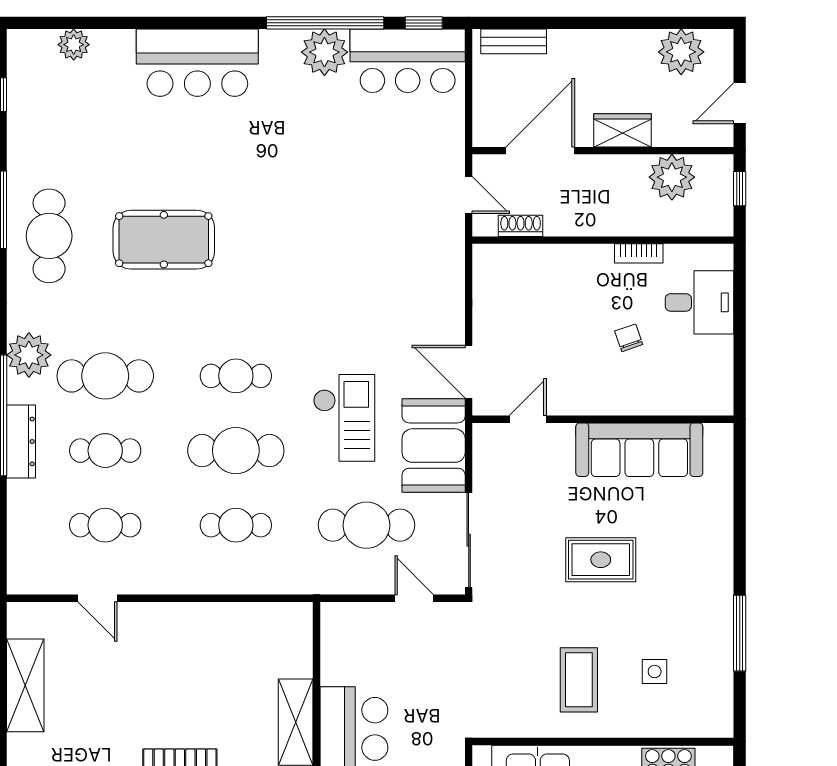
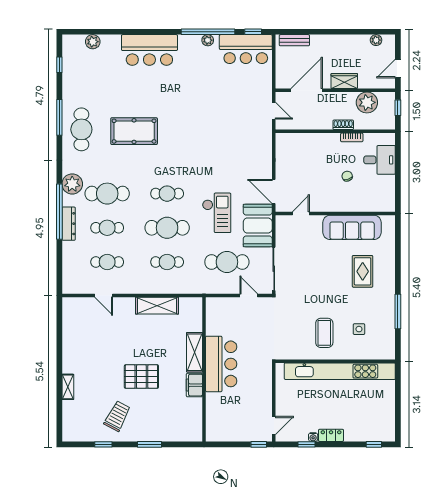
plant: (324, 52) -> (208, 40), width x0.53, depth x0.53
plant: (681, 52) -> (376, 40), width x0.53, depth x0.53
shoe rack: (521, 226) -> (343, 125), moved
rug: (601, 560) -> (363, 271), moved, turned 90
shelving: (25, 685) -> (157, 306), moved, turned 90

